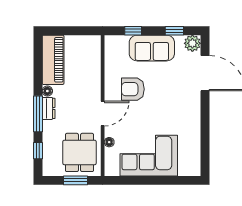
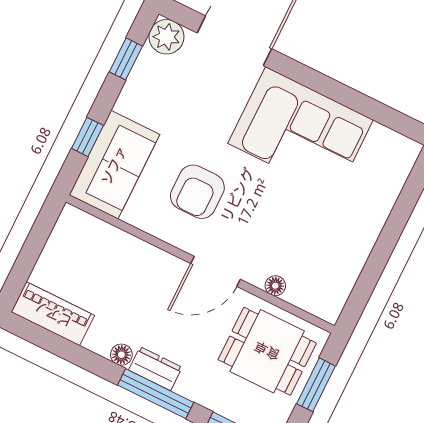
sofa: (152, 48) -> (114, 165), moved
piano: (53, 60) -> (53, 314), width x0.73, depth x0.75
door: (103, 114) -> (215, 271), swing flipped
corner sofa: (149, 156) -> (301, 132), moved, turned -90

